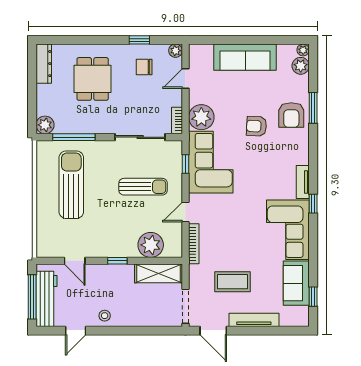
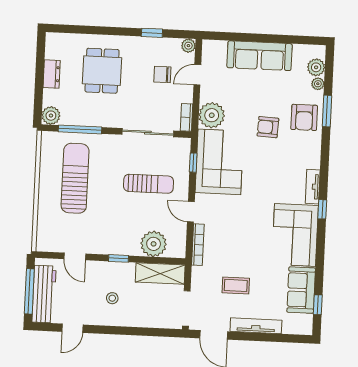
plant: (303, 50) -> (318, 84), moved
dresser: (44, 64) -> (52, 74), moved, width x0.70
chair: (144, 67) -> (162, 74), moved
door: (185, 212) -> (191, 212), hinge flipped
coffee table: (232, 282) -> (236, 285), width x0.73, depth x0.77
stool: (105, 316) -> (112, 298), moved

